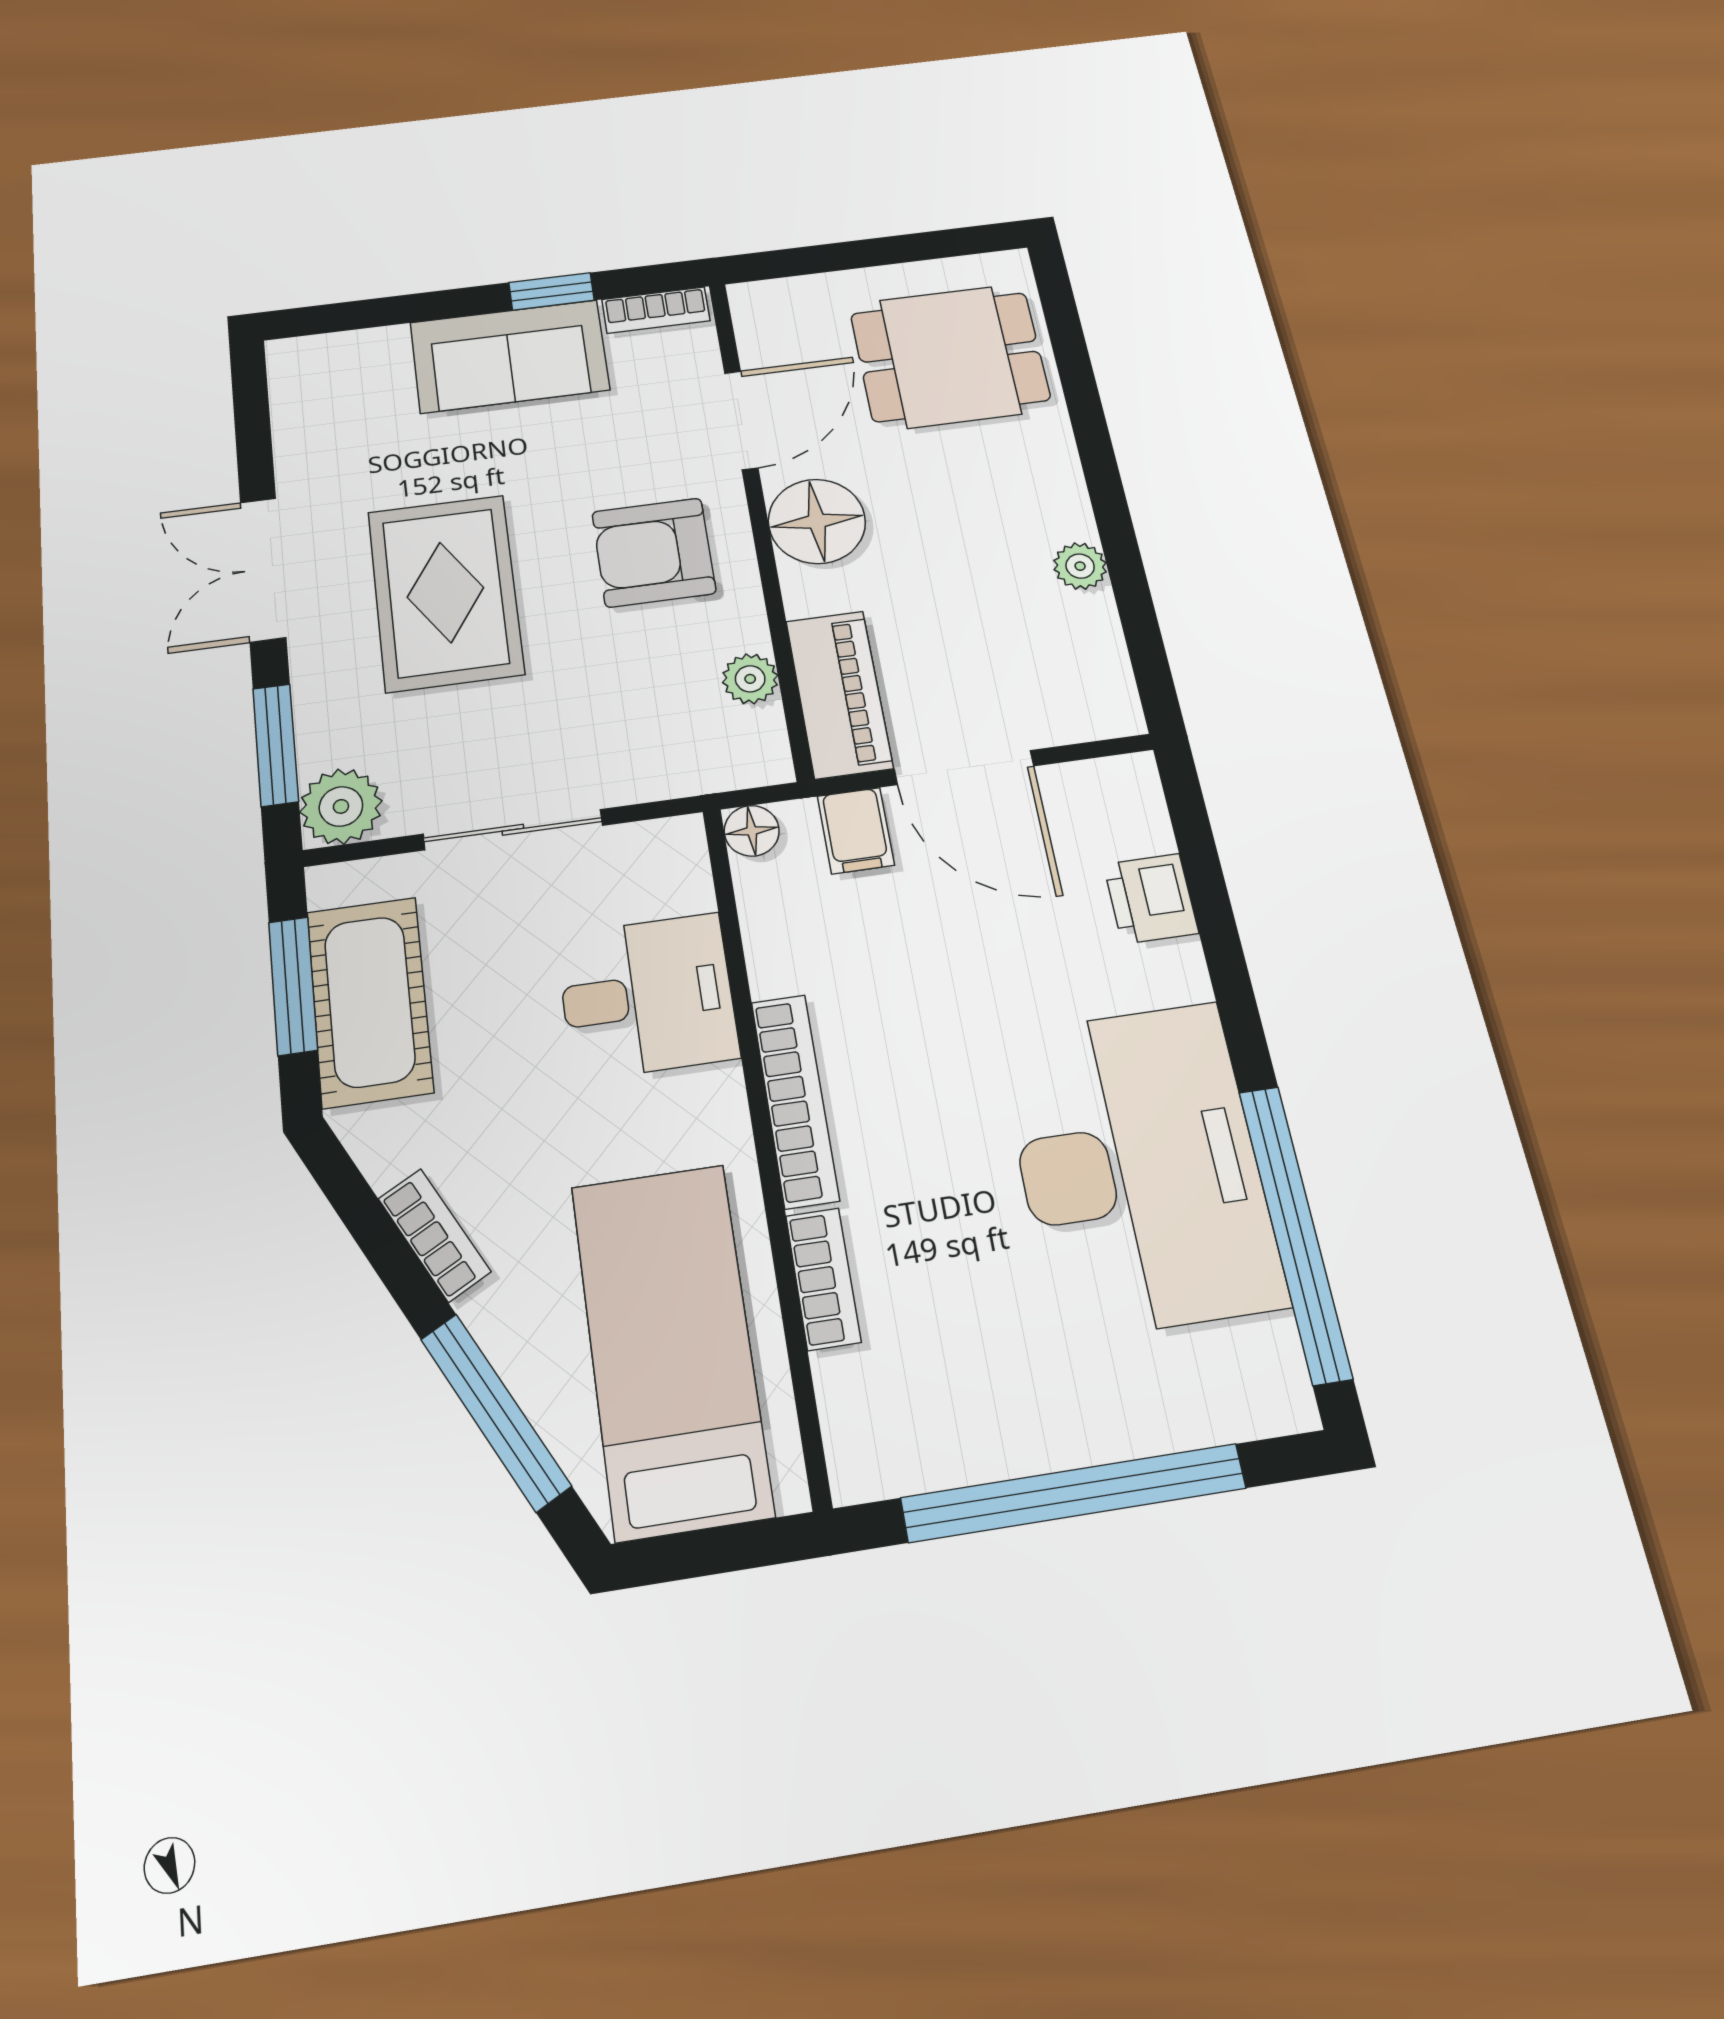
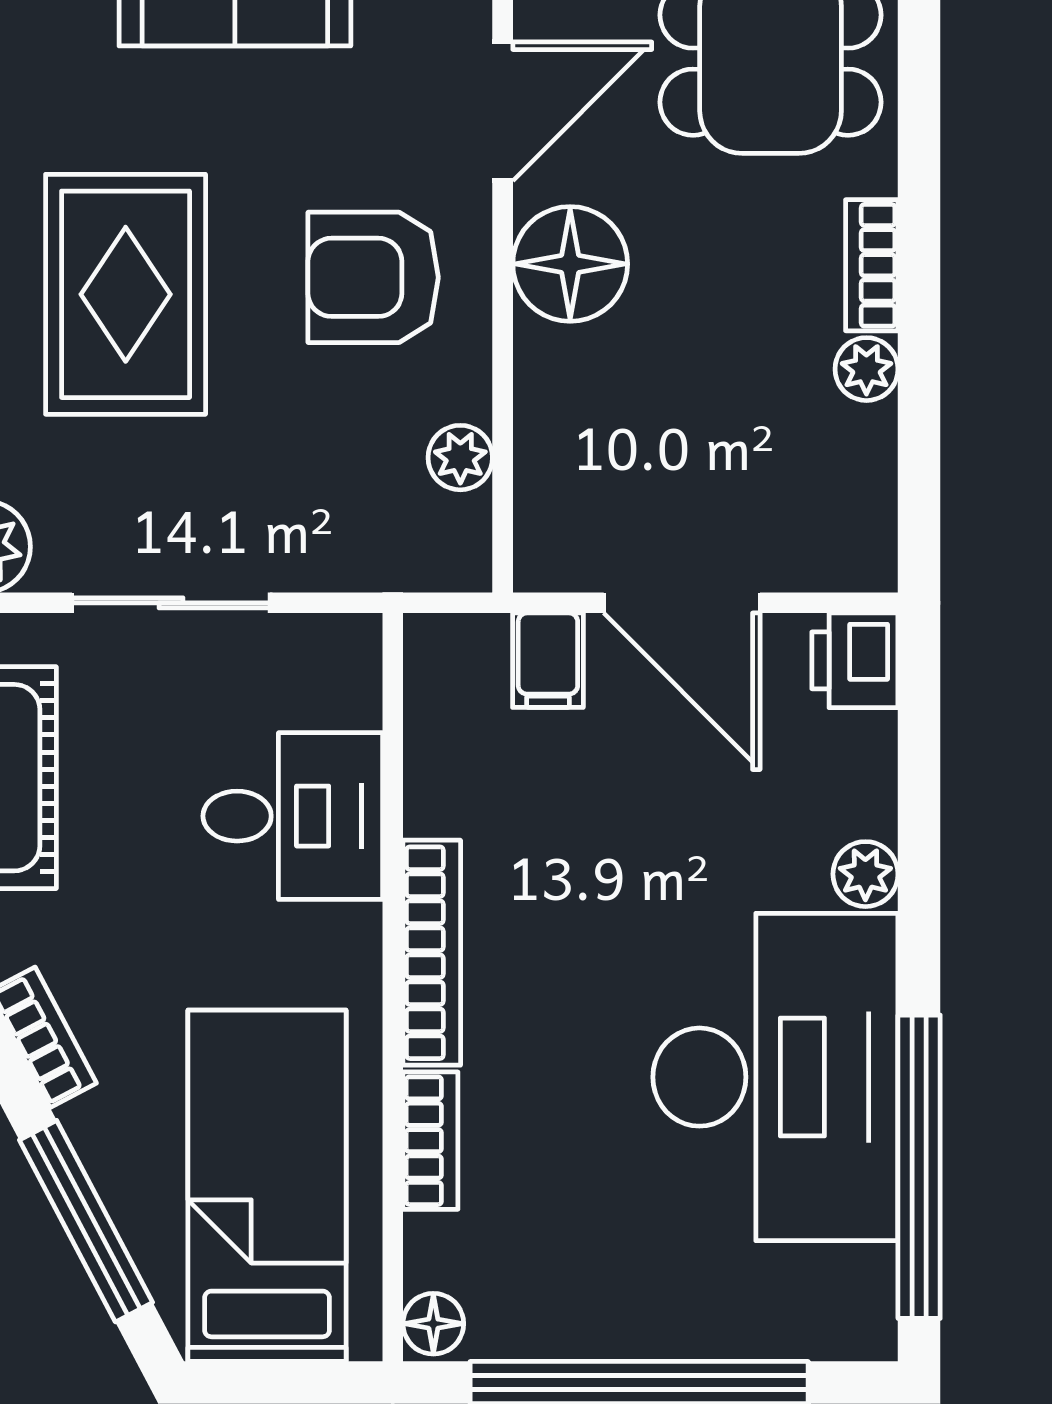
bookcase: (1066, 490) -> (872, 265), added
piano: (839, 694) -> (558, 492), removed
floor lamp: (752, 831) -> (433, 1324), moved
printer: (1151, 899) -> (855, 660), moved
plant: (1178, 972) -> (865, 874), added

